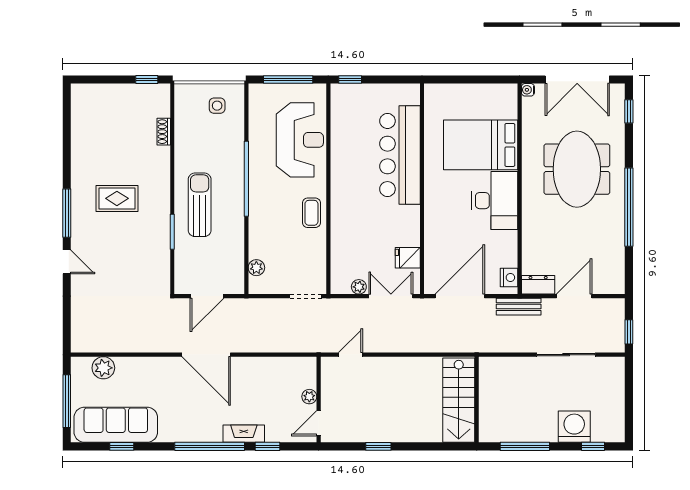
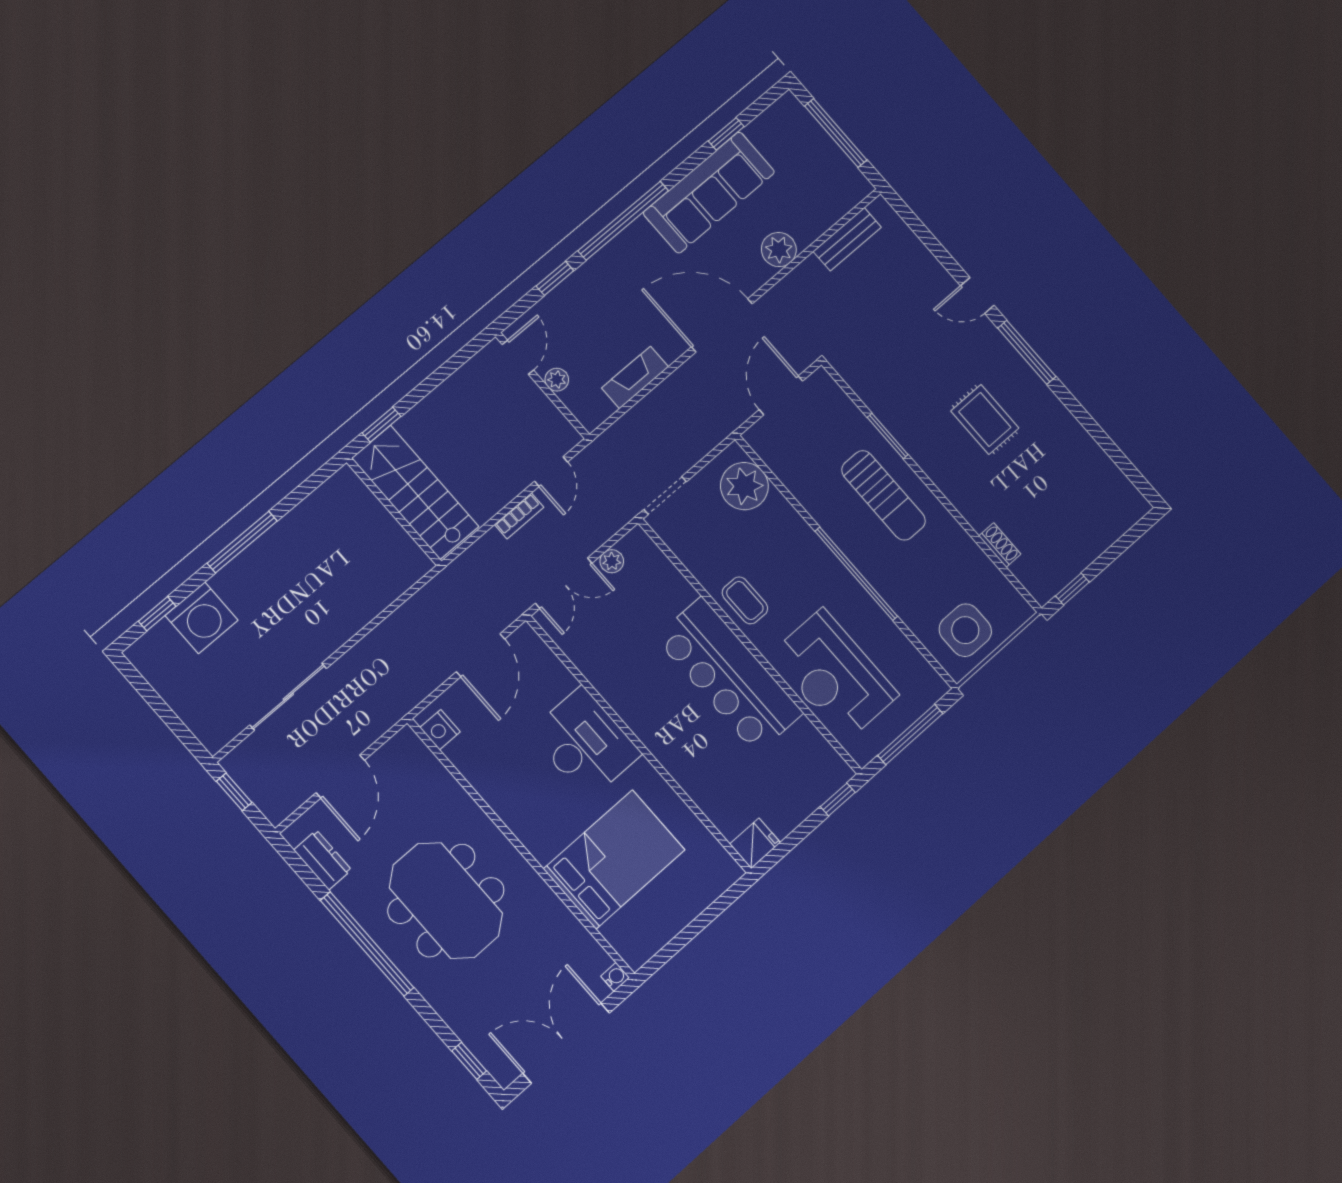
side table: (217, 106) -> (965, 630), width x1.87, depth x1.87
bar counter: (400, 155) -> (729, 675), moved, turned 180
meeting table: (577, 169) -> (446, 900), moved
rug: (117, 198) -> (985, 419), turned 90
desk: (495, 201) -> (585, 743), moved, turned 180
fridge: (408, 258) -> (755, 843), moved
plant: (256, 268) -> (744, 486), width x1.88, depth x1.88
dresser: (538, 285) -> (323, 860), moved, turned -90
door: (460, 296) -> (480, 655), width x0.73
bench: (519, 307) -> (847, 239), moved
bookcase: (384, 347) -> (519, 516), added
plant: (103, 368) -> (779, 250), moved
stairs: (459, 400) -> (415, 492), moved
wall: (477, 400) -> (394, 512), moved
sofa: (116, 425) -> (709, 192), moved
fireplace: (244, 434) -> (635, 377), moved, turned 180
window: (378, 446) -> (381, 425), moved

